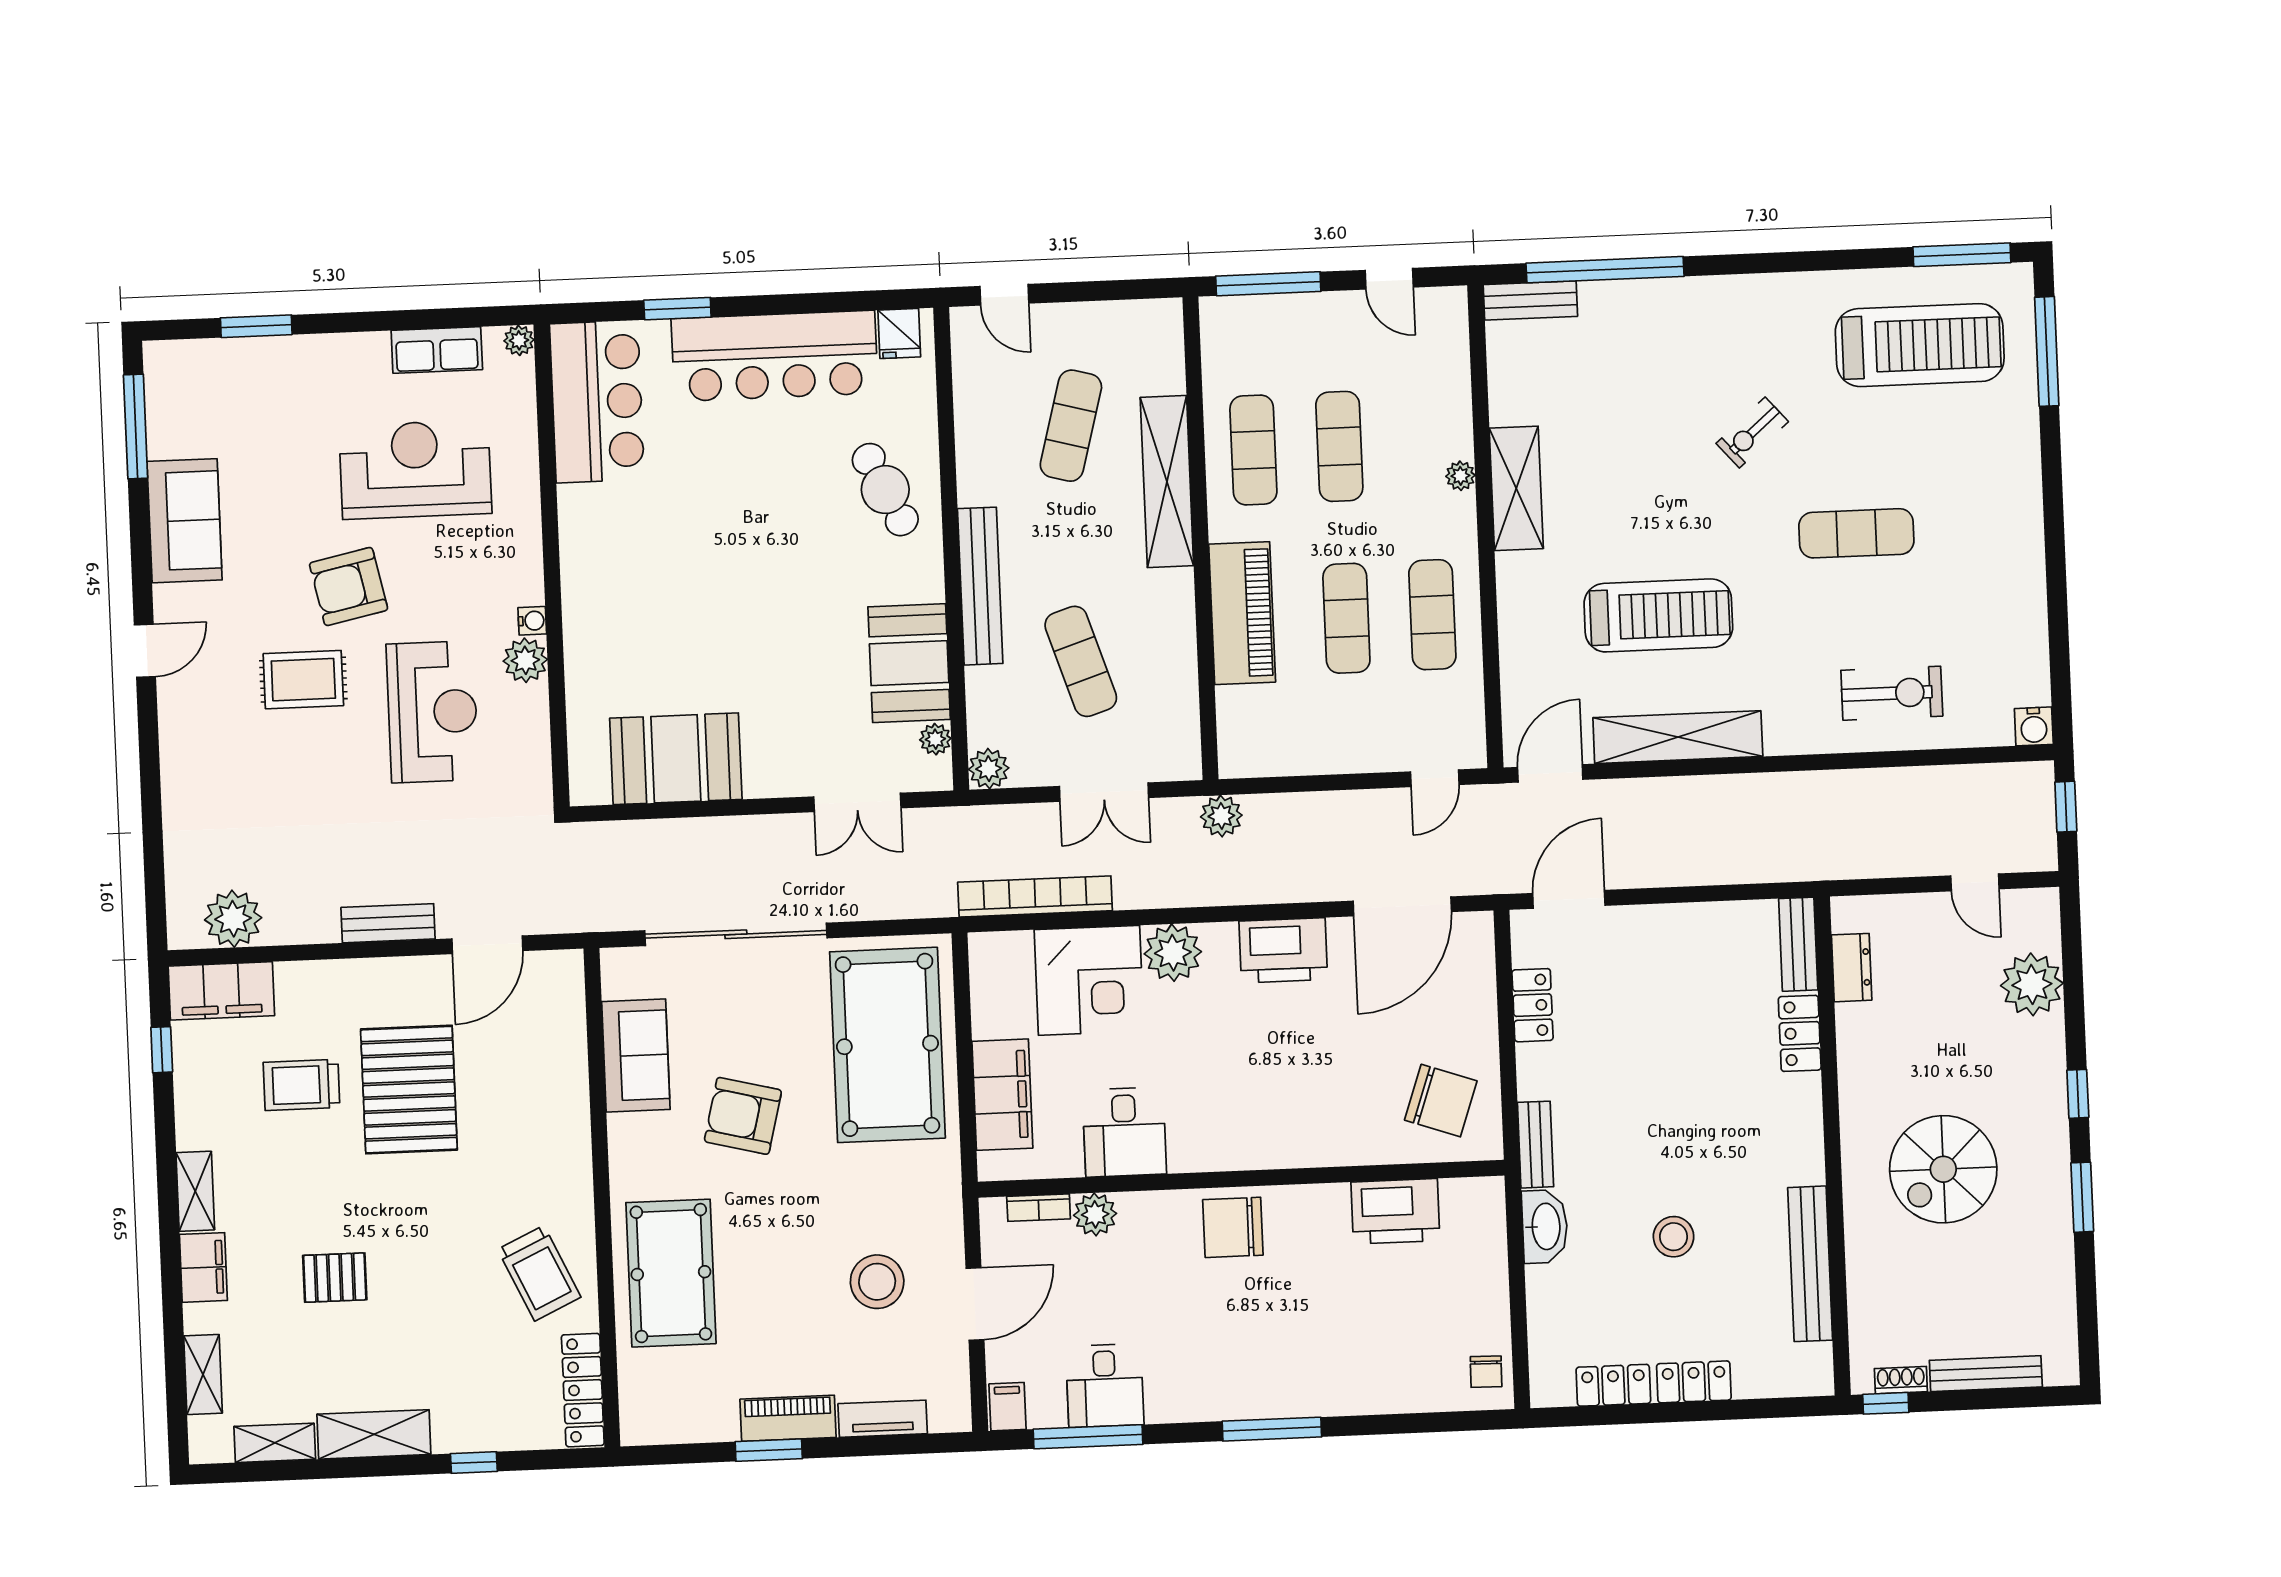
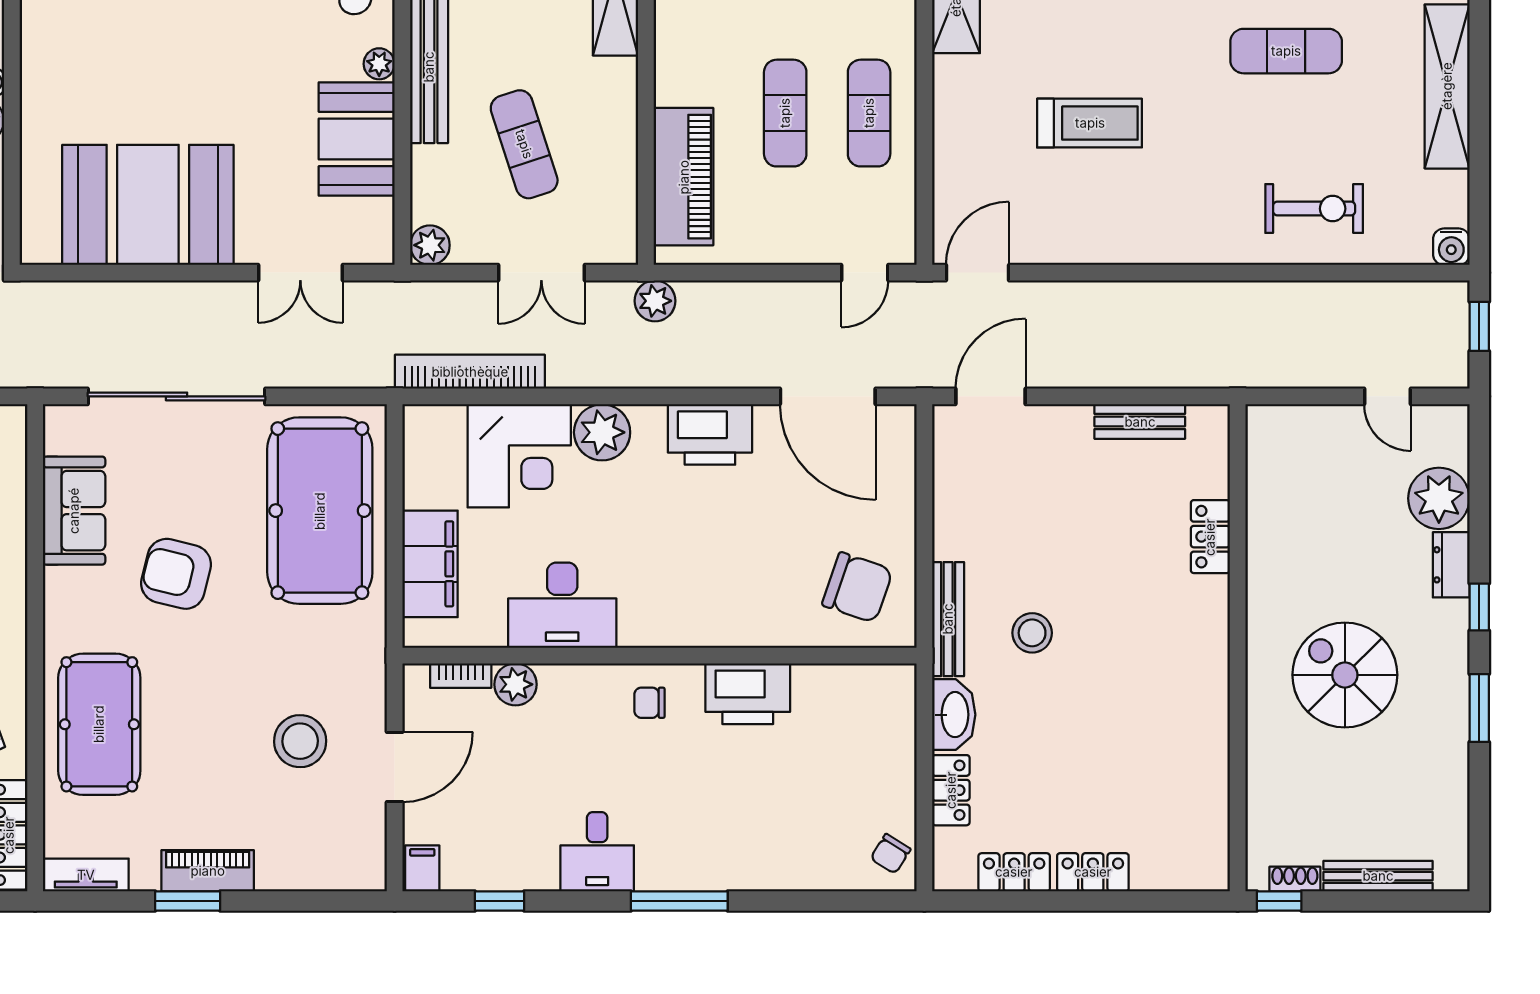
piano: (1242, 613) -> (684, 177), moved
treadmill: (1658, 615) -> (1090, 123), width x0.73, depth x0.73
shelving: (1678, 737) -> (1447, 86), moved, turned 90
plant: (935, 739) -> (379, 64), moved
booth: (676, 759) -> (148, 205), width x1.36, depth x1.42
door: (1402, 906) -> (828, 396), hinge flipped
bench: (1798, 944) -> (1140, 422), moved, turned 90
dresser: (1852, 968) -> (1451, 565), moved, turned 180
locker: (1533, 1005) -> (951, 790), moved
desk: (1124, 1132) -> (562, 605), width x1.37
bench: (1536, 1145) -> (948, 619), width x1.36
spiral stairs: (1943, 1169) -> (1345, 675), turned 90
printer: (1395, 1211) -> (748, 694), moved
chair: (1233, 1227) -> (649, 703), width x0.54, depth x0.54
stool: (1674, 1237) -> (1032, 633), moved
bench: (1810, 1264) -> (1211, 762), removed
chair: (1486, 1372) -> (891, 854), turned 31
desk: (1105, 1385) -> (597, 852), moved
tv unit: (883, 1419) -> (86, 875), moved
window: (1088, 1437) -> (500, 901), width x0.46

